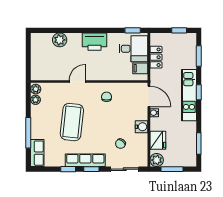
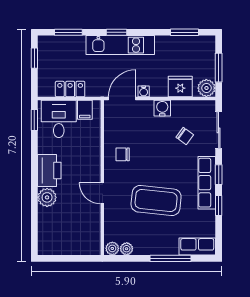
plant: (60, 40) -> (47, 197), moved

